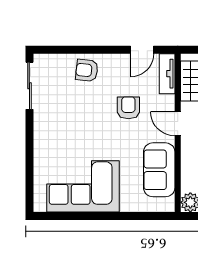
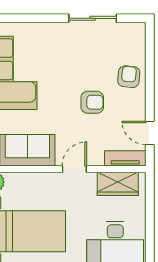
sliding door: (29, 86) -> (93, 18), moved
armchair: (128, 108) -> (92, 102), moved

